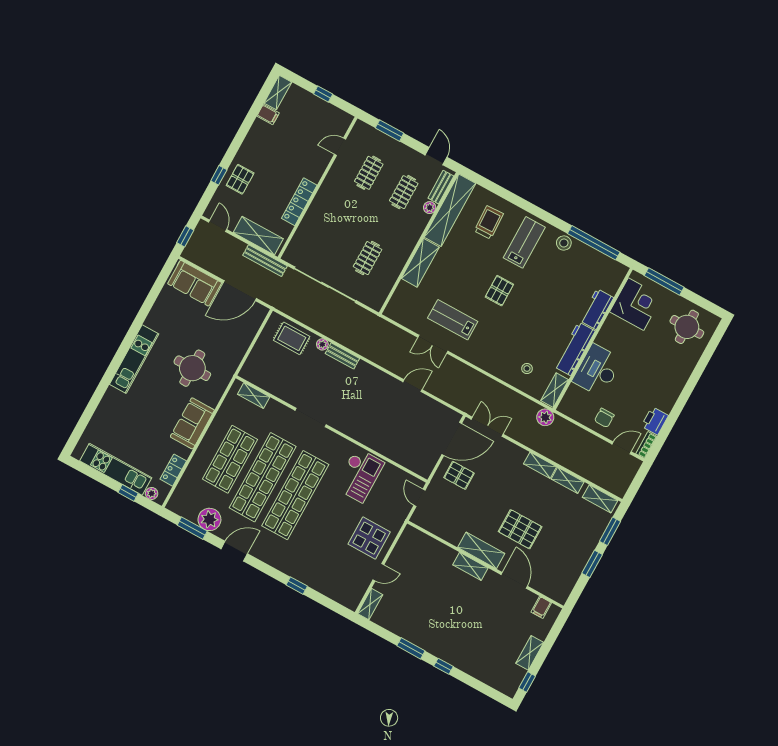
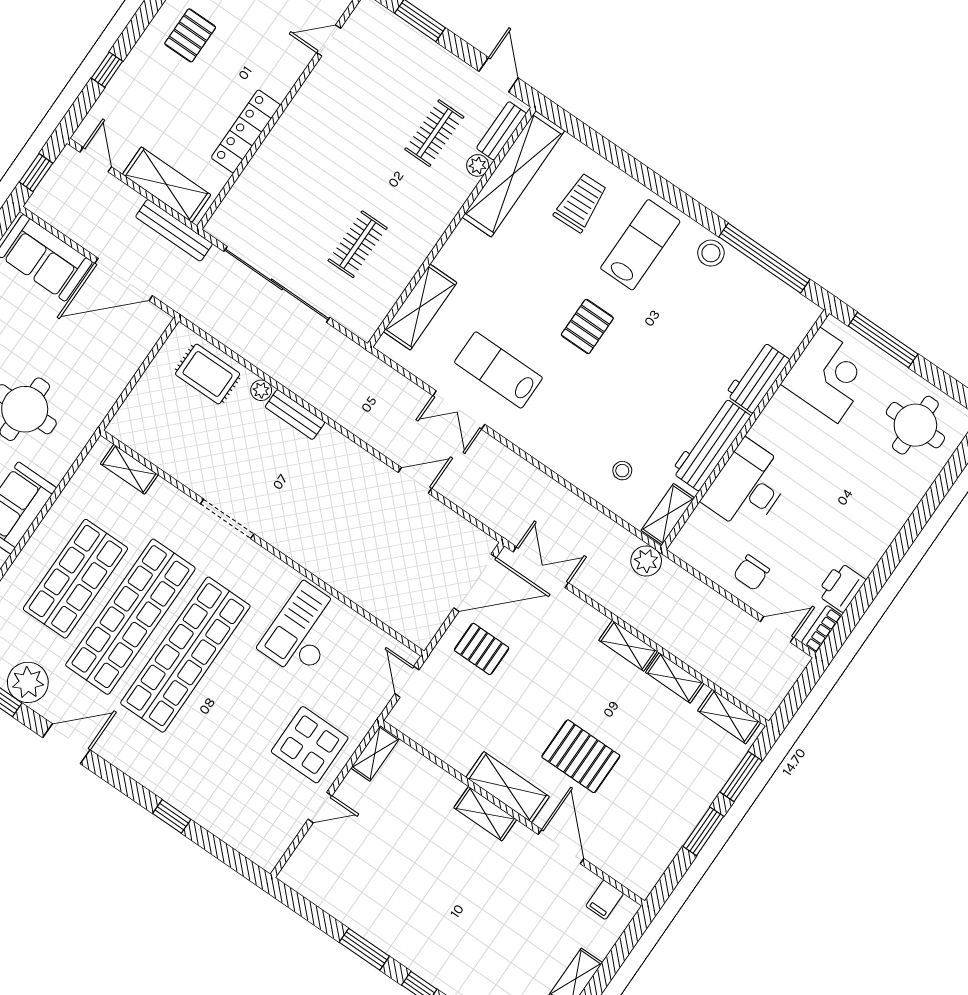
clothes rail: (369, 173) -> (375, 92), removed
pallet: (240, 179) -> (190, 35), moved
shelving: (420, 263) -> (420, 307), moved
checkout: (359, 475) -> (304, 631), turned 180
shelving: (370, 604) -> (375, 753), moved

